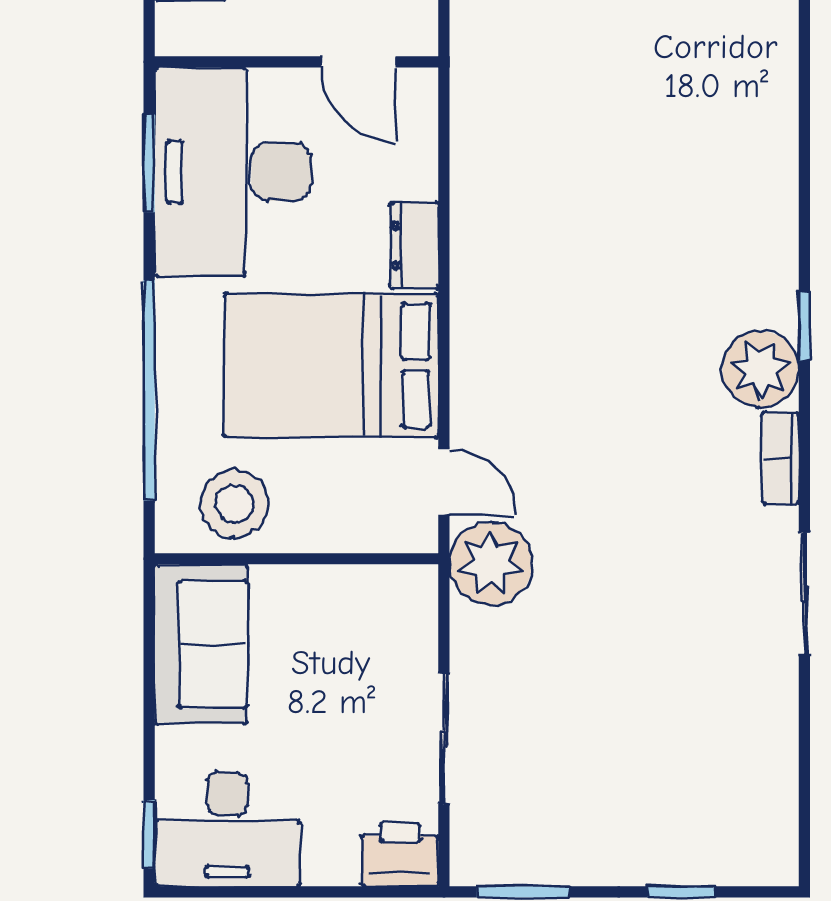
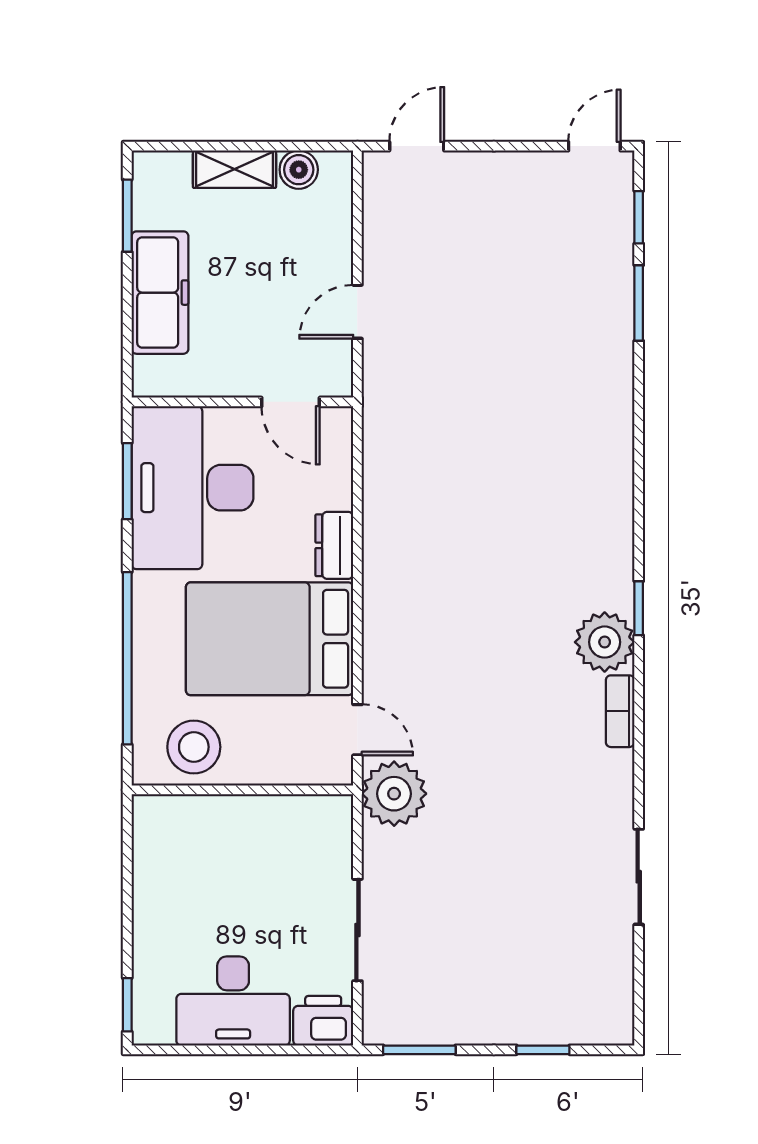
sliding door: (804, 594) -> (639, 877), moved
sofa: (201, 644) -> (168, 856), removed
desk: (227, 829) -> (233, 1001), moved

